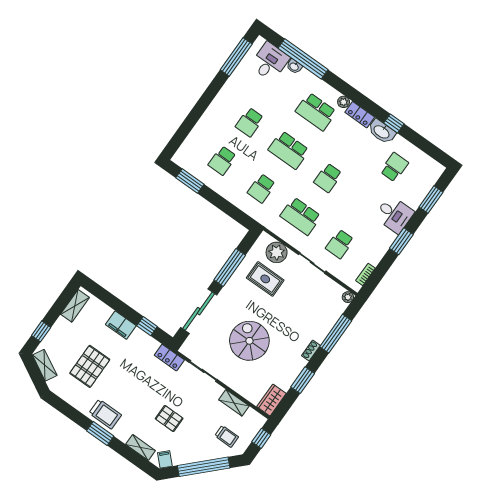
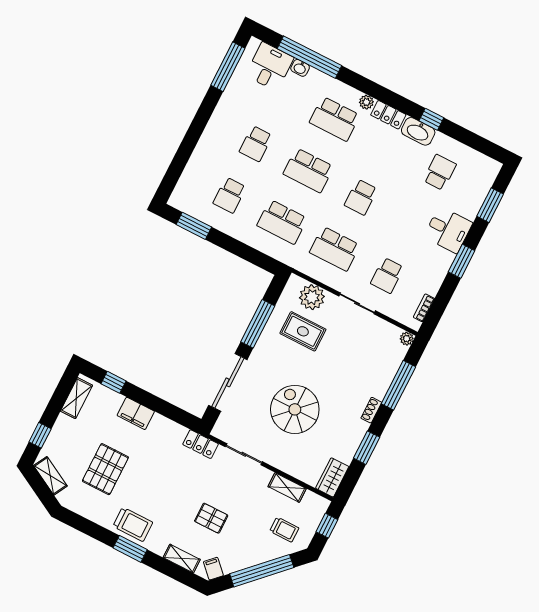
school desk: (261, 188) -> (282, 222), width x1.85
window: (147, 326) -> (114, 382), moved

